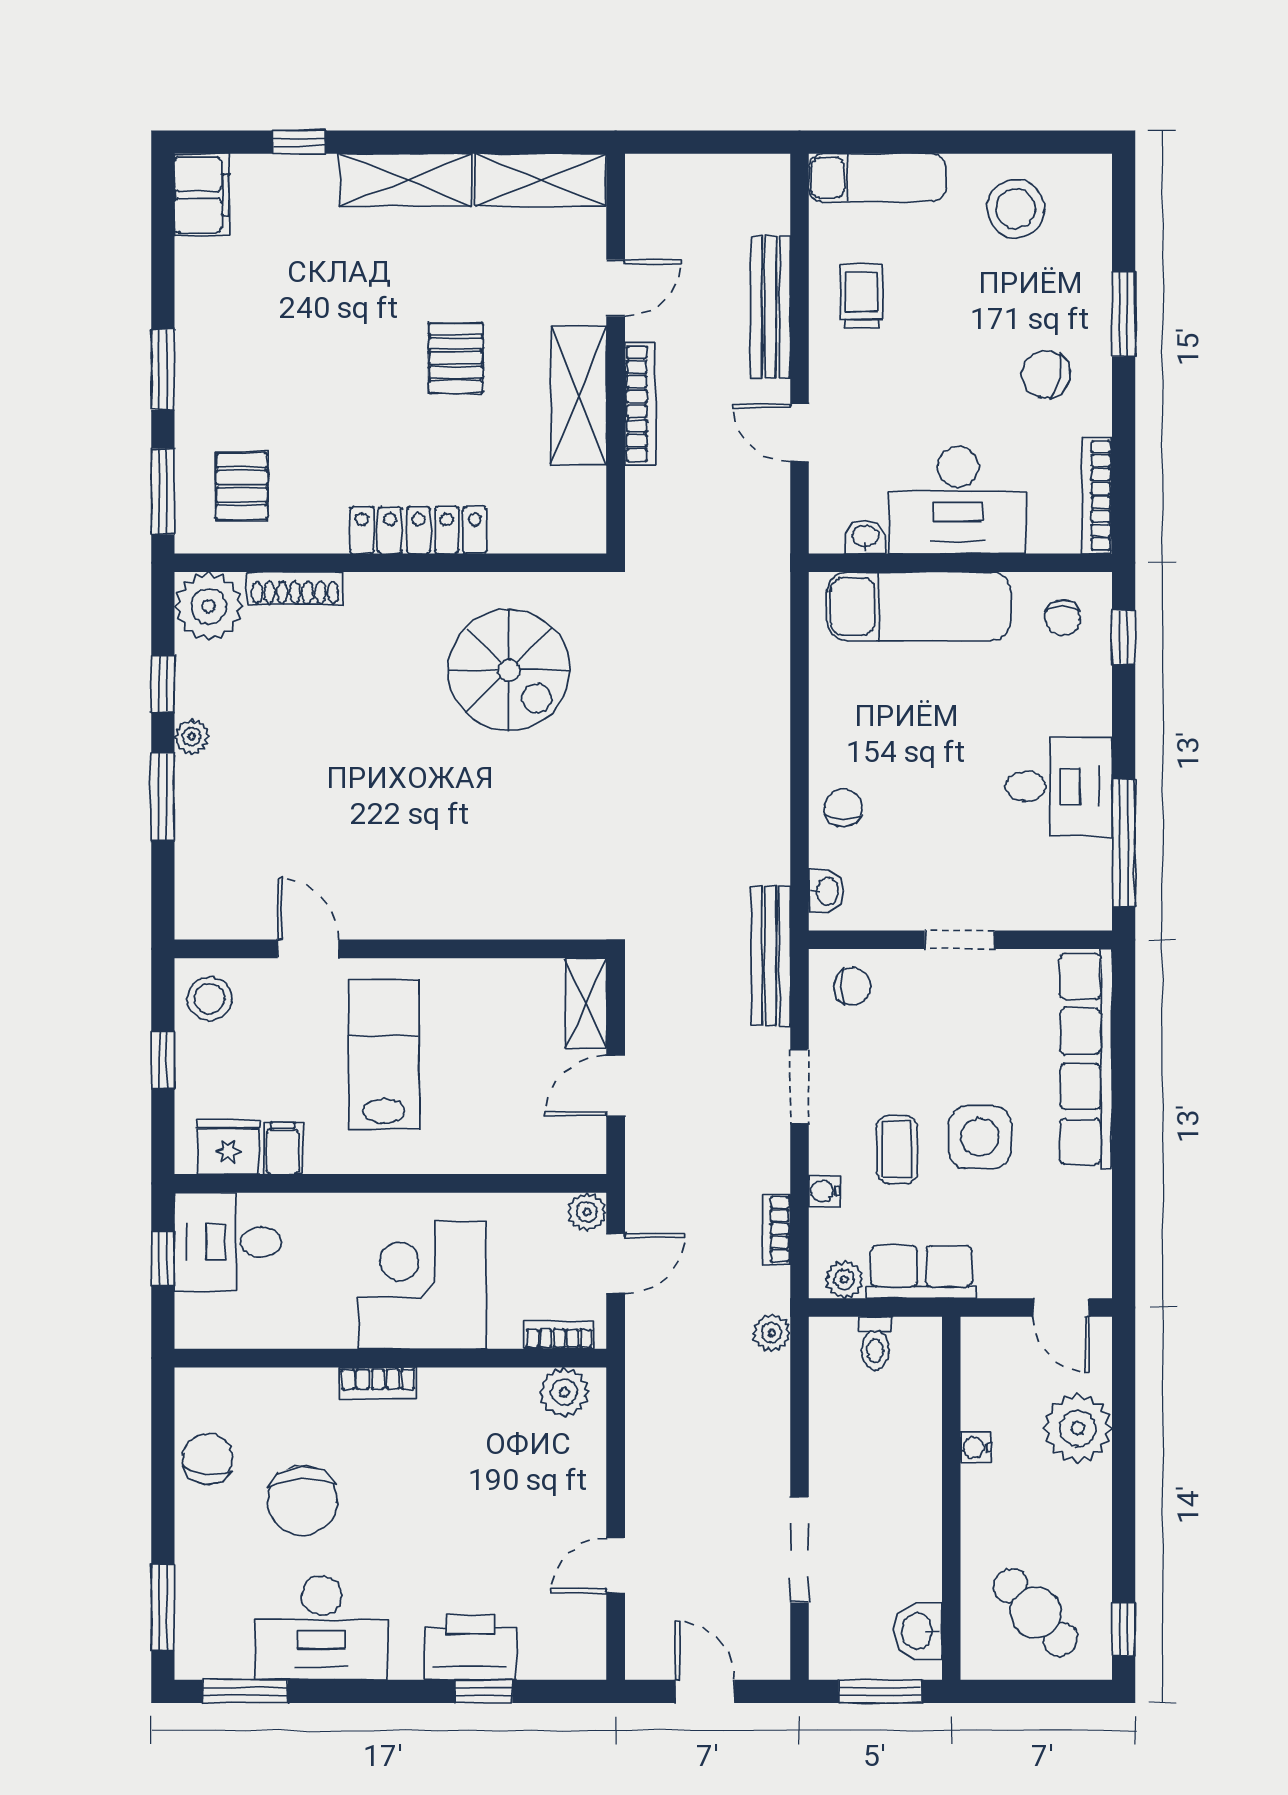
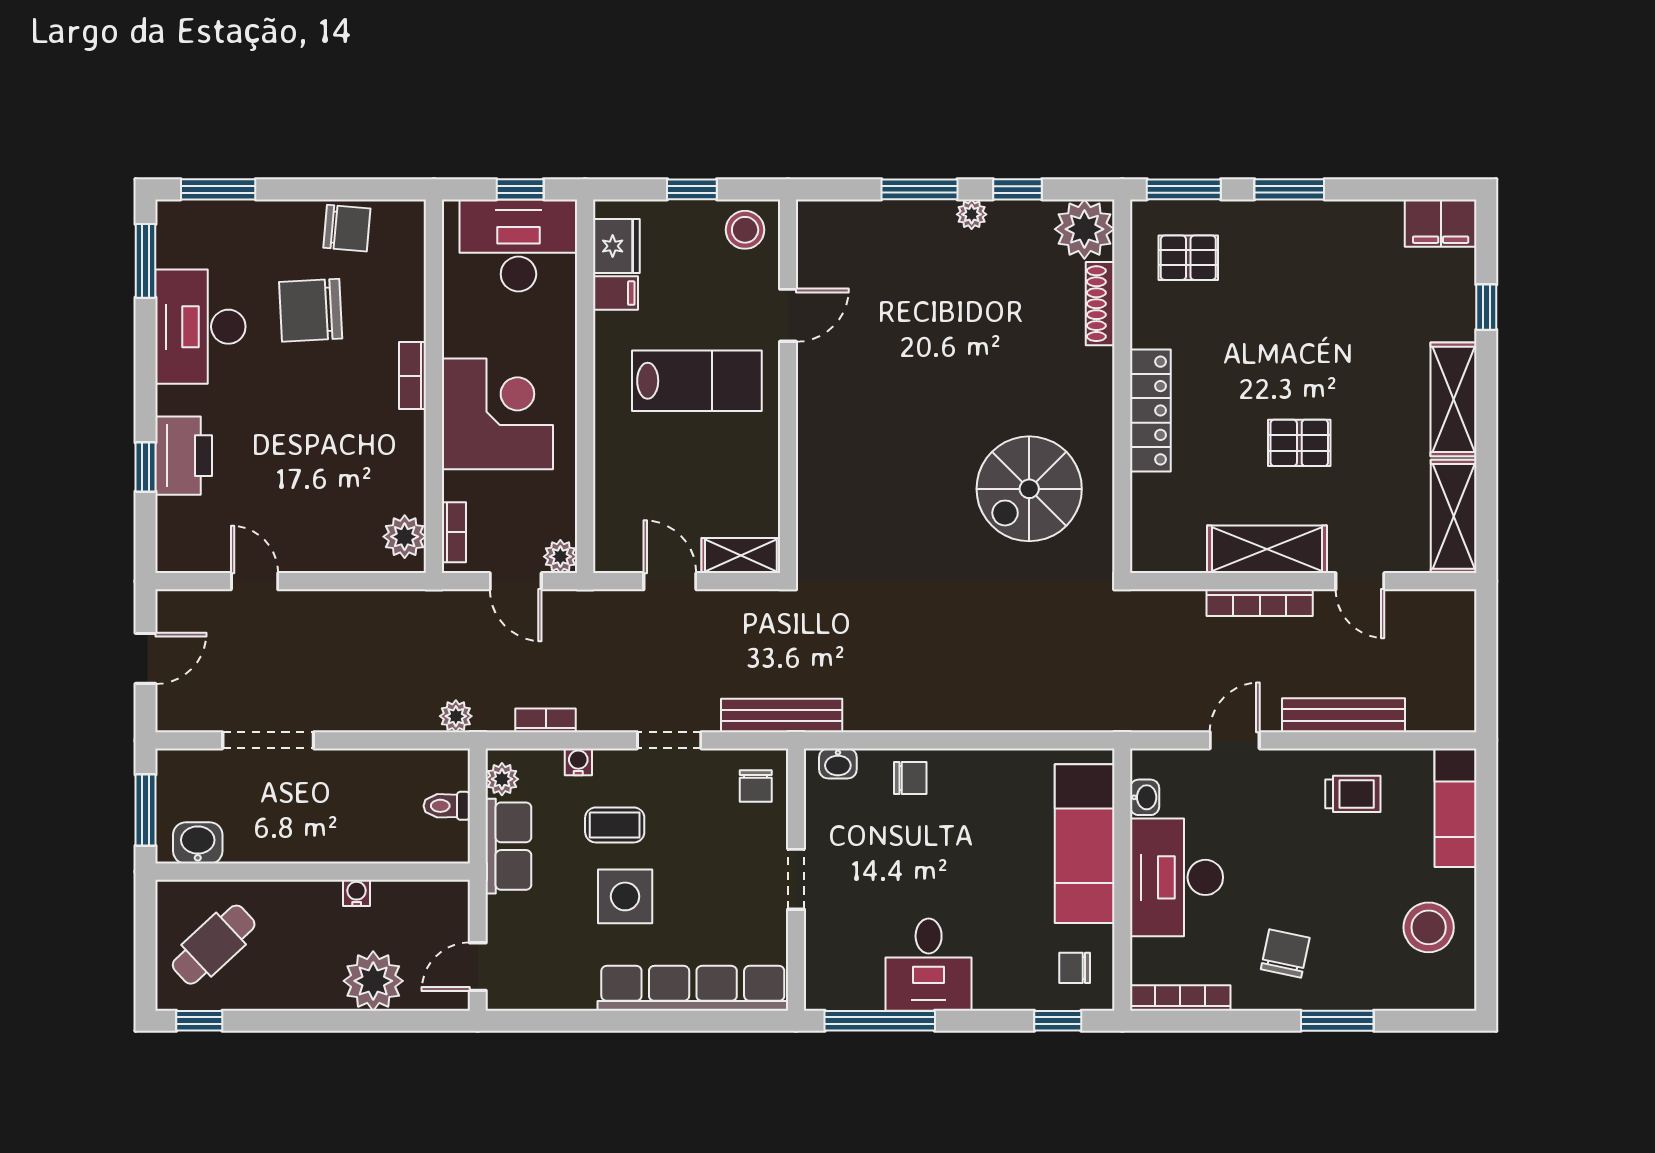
desk: (228, 1242) -> (518, 245), width x1.37

